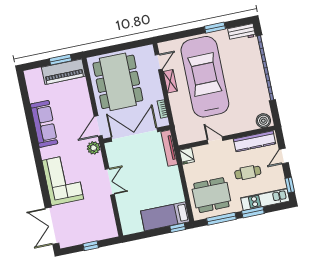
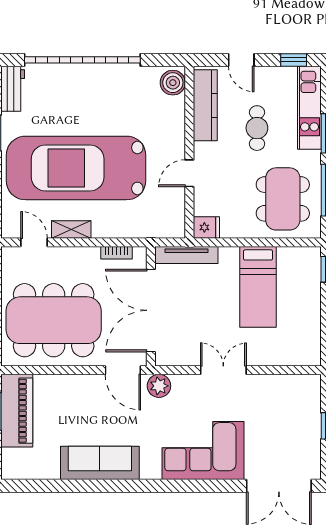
bed: (165, 216) -> (258, 287), moved

